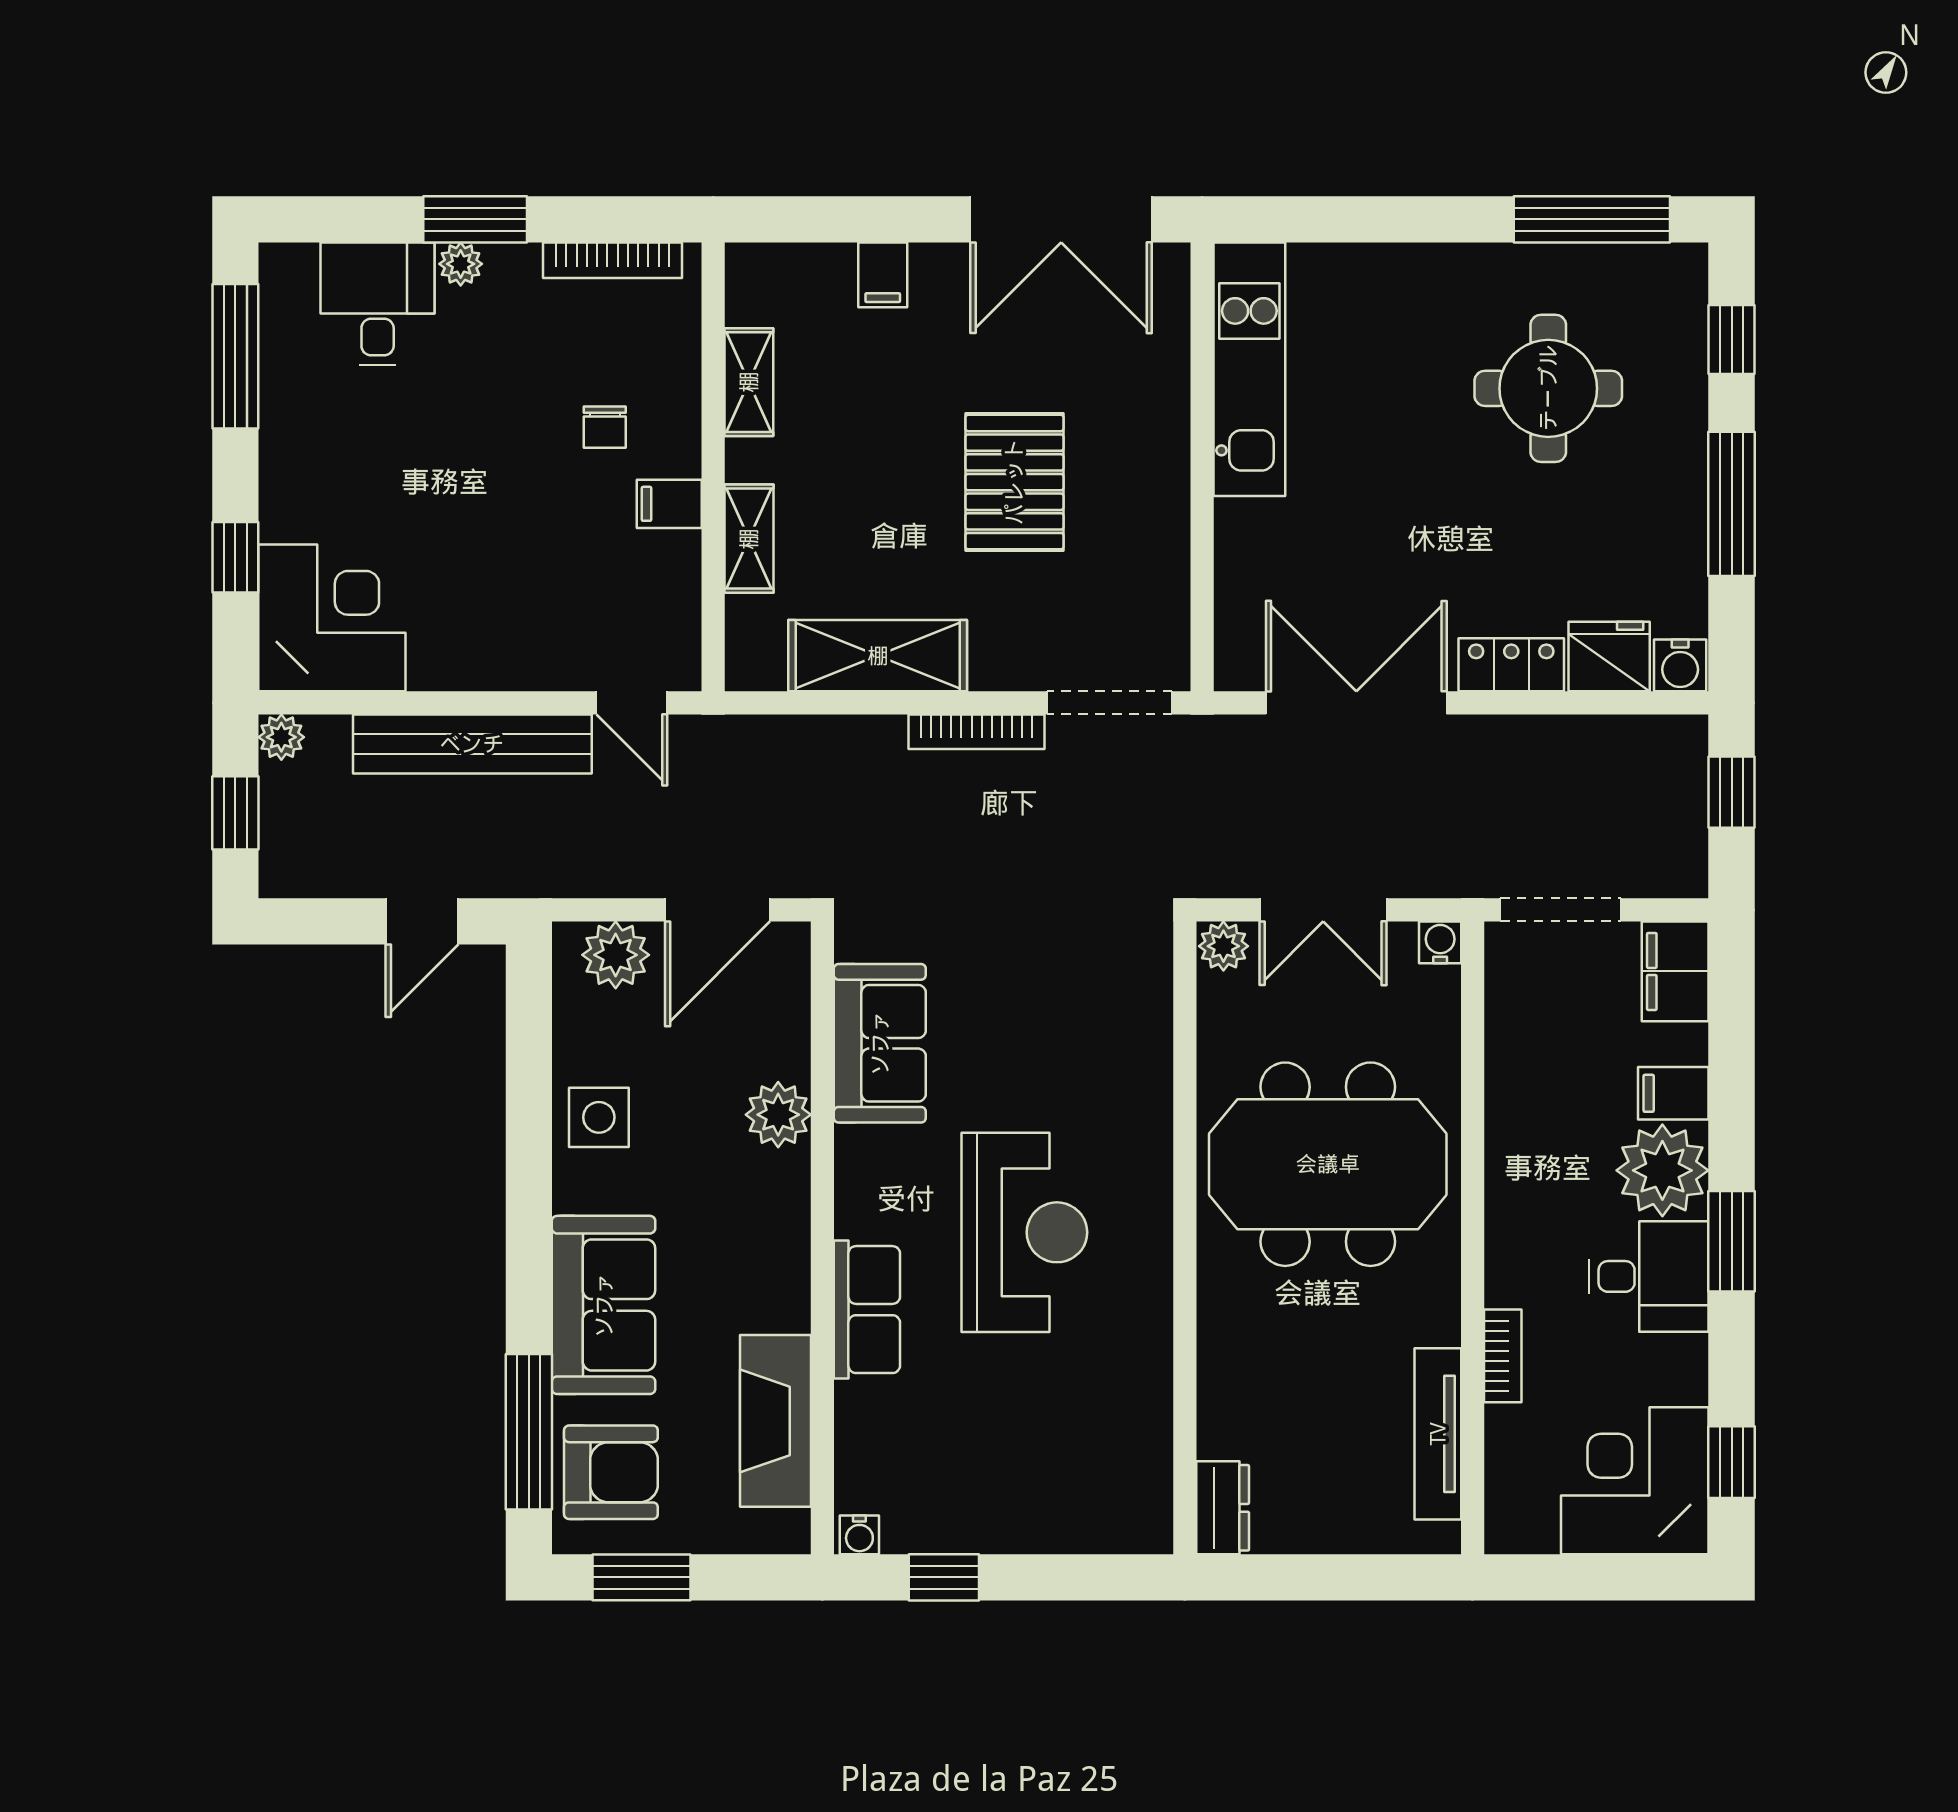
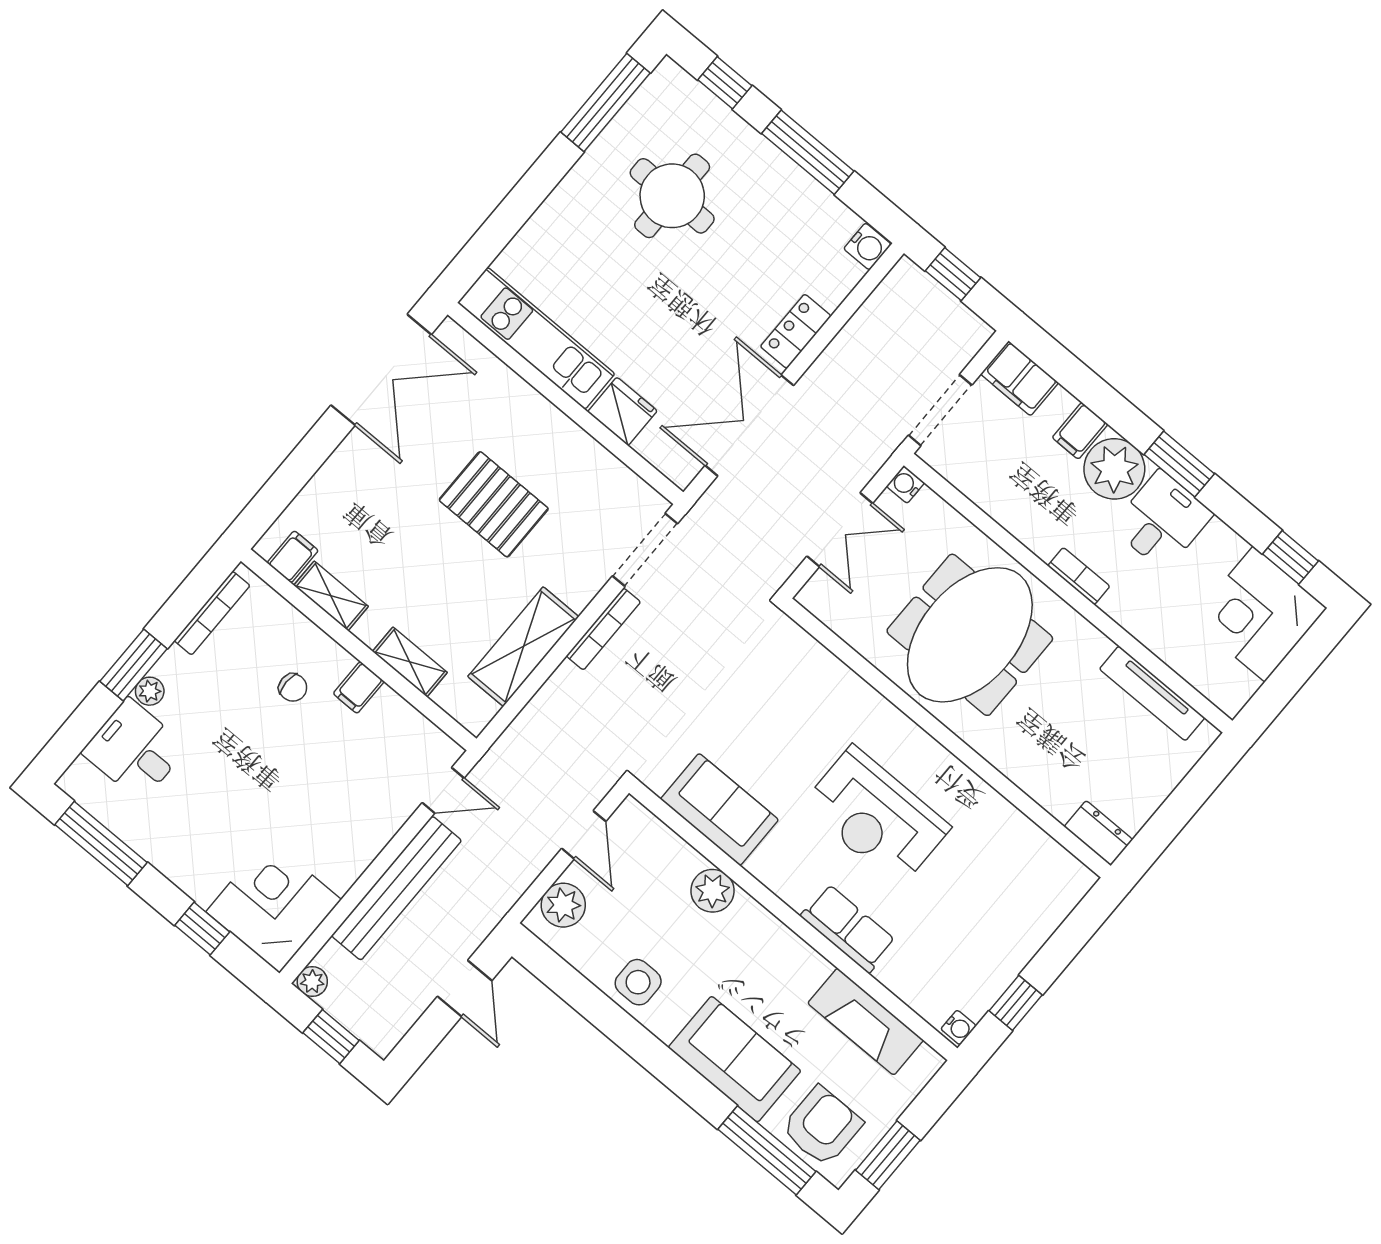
filing cabinet: (883, 275) -> (293, 557), moved, turned -90
fridge: (1609, 656) -> (622, 411), moved, turned 90
door: (717, 910) -> (584, 835), width x0.73
plant: (1223, 946) -> (816, 595), removed
reception desk: (1024, 1232) -> (876, 817), turned 180
bookcase: (1503, 1356) -> (1079, 576), moved

